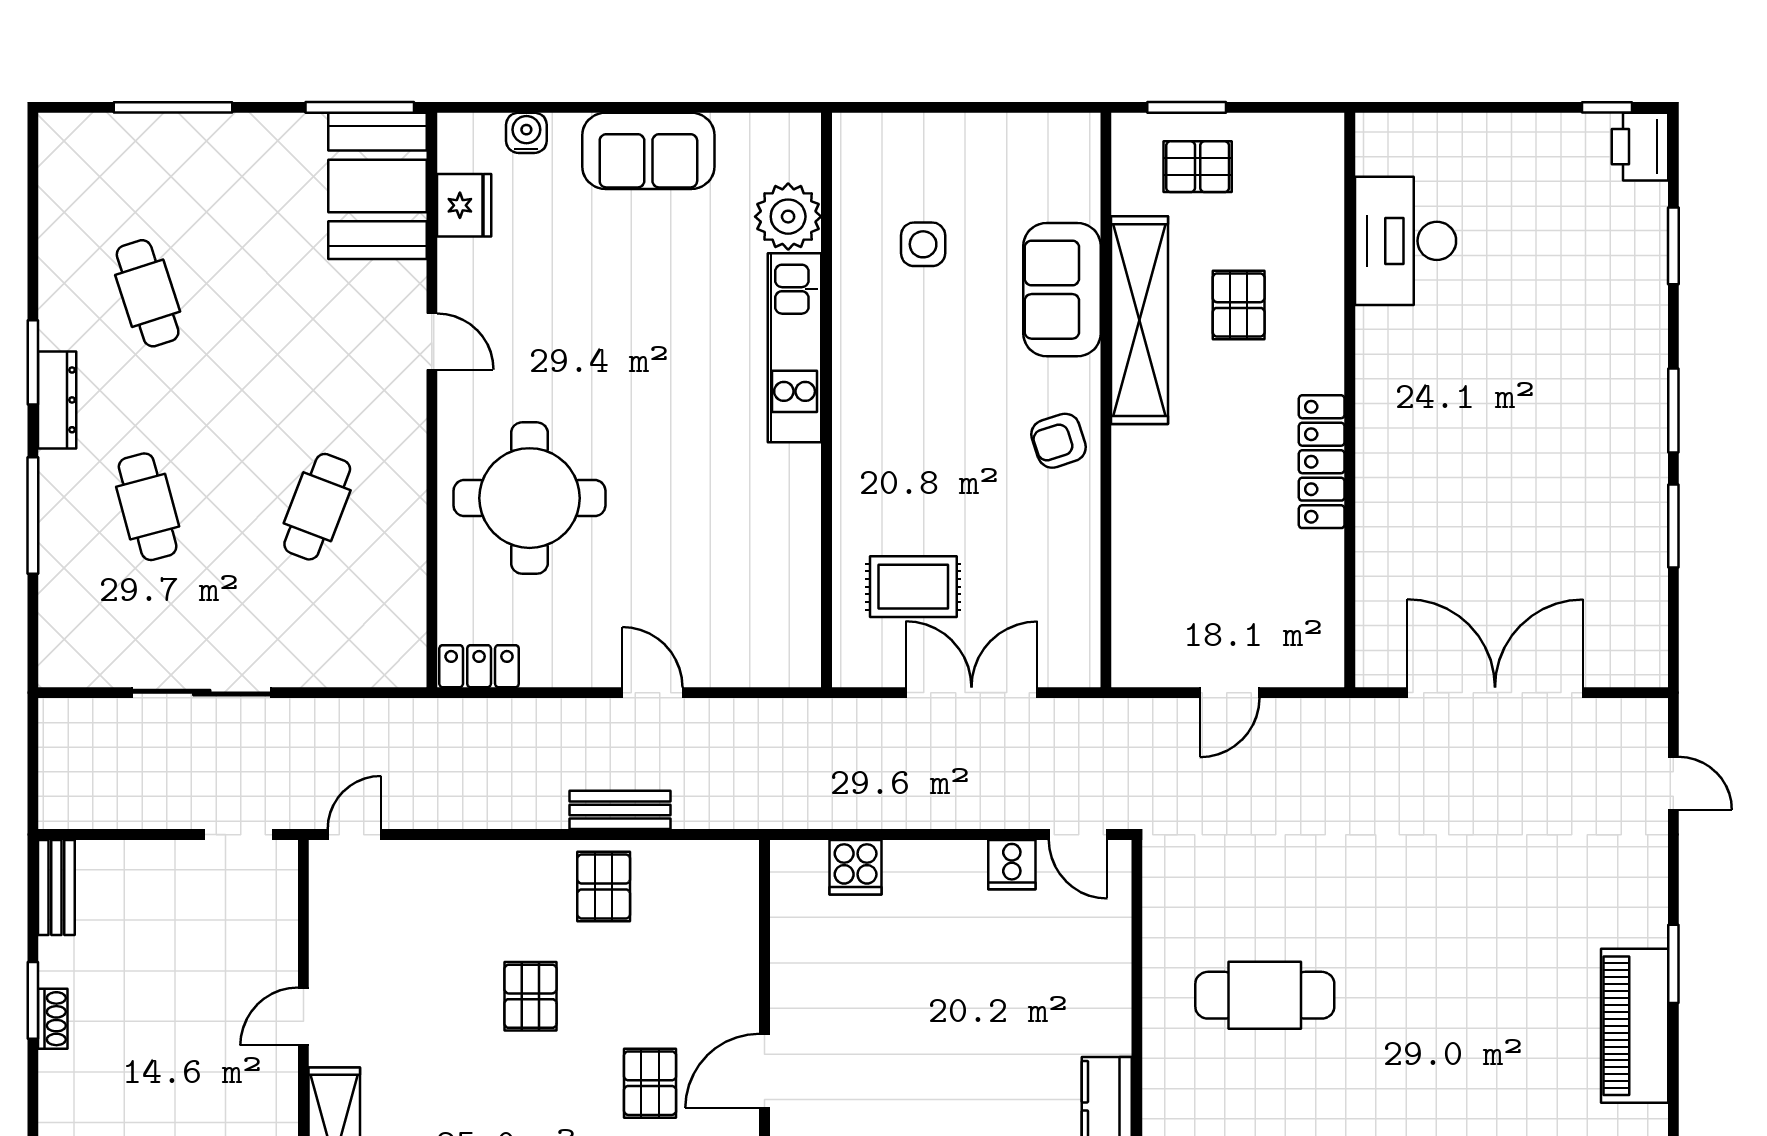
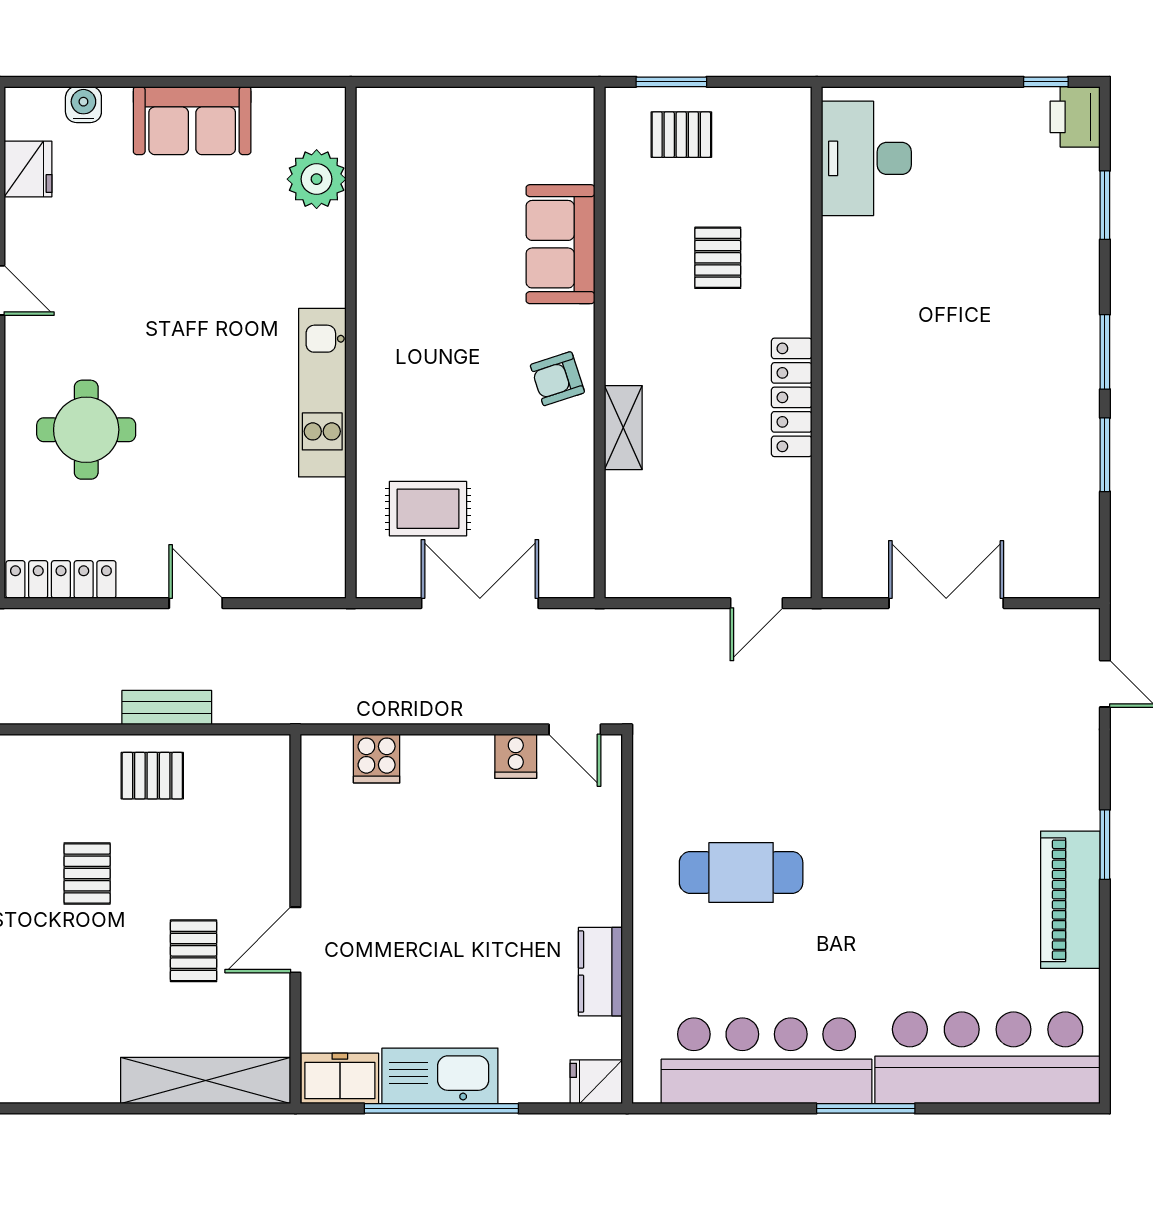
desk: (1406, 241) -> (866, 158), moved
side table: (923, 244) -> (437, 204), removed
shelving: (1140, 320) -> (623, 428), moved, width x0.45, depth x0.75
kitchen unit: (795, 348) -> (322, 393), moved
round table: (529, 498) -> (86, 430), width x0.73, depth x0.73
locker: (479, 666) -> (61, 579), width x1.53
door: (1230, 693) -> (757, 603), moved
double door: (1495, 693) -> (946, 603), width x0.73
pallet: (604, 886) -> (152, 776), turned 90

